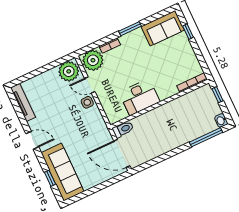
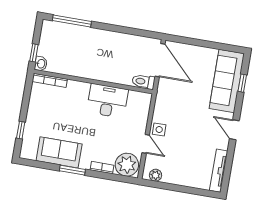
sofa: (163, 28) -> (59, 152), moved
plant: (69, 71) -> (155, 175), width x0.53, depth x0.53
washbasin: (221, 120) -> (41, 64), moved

